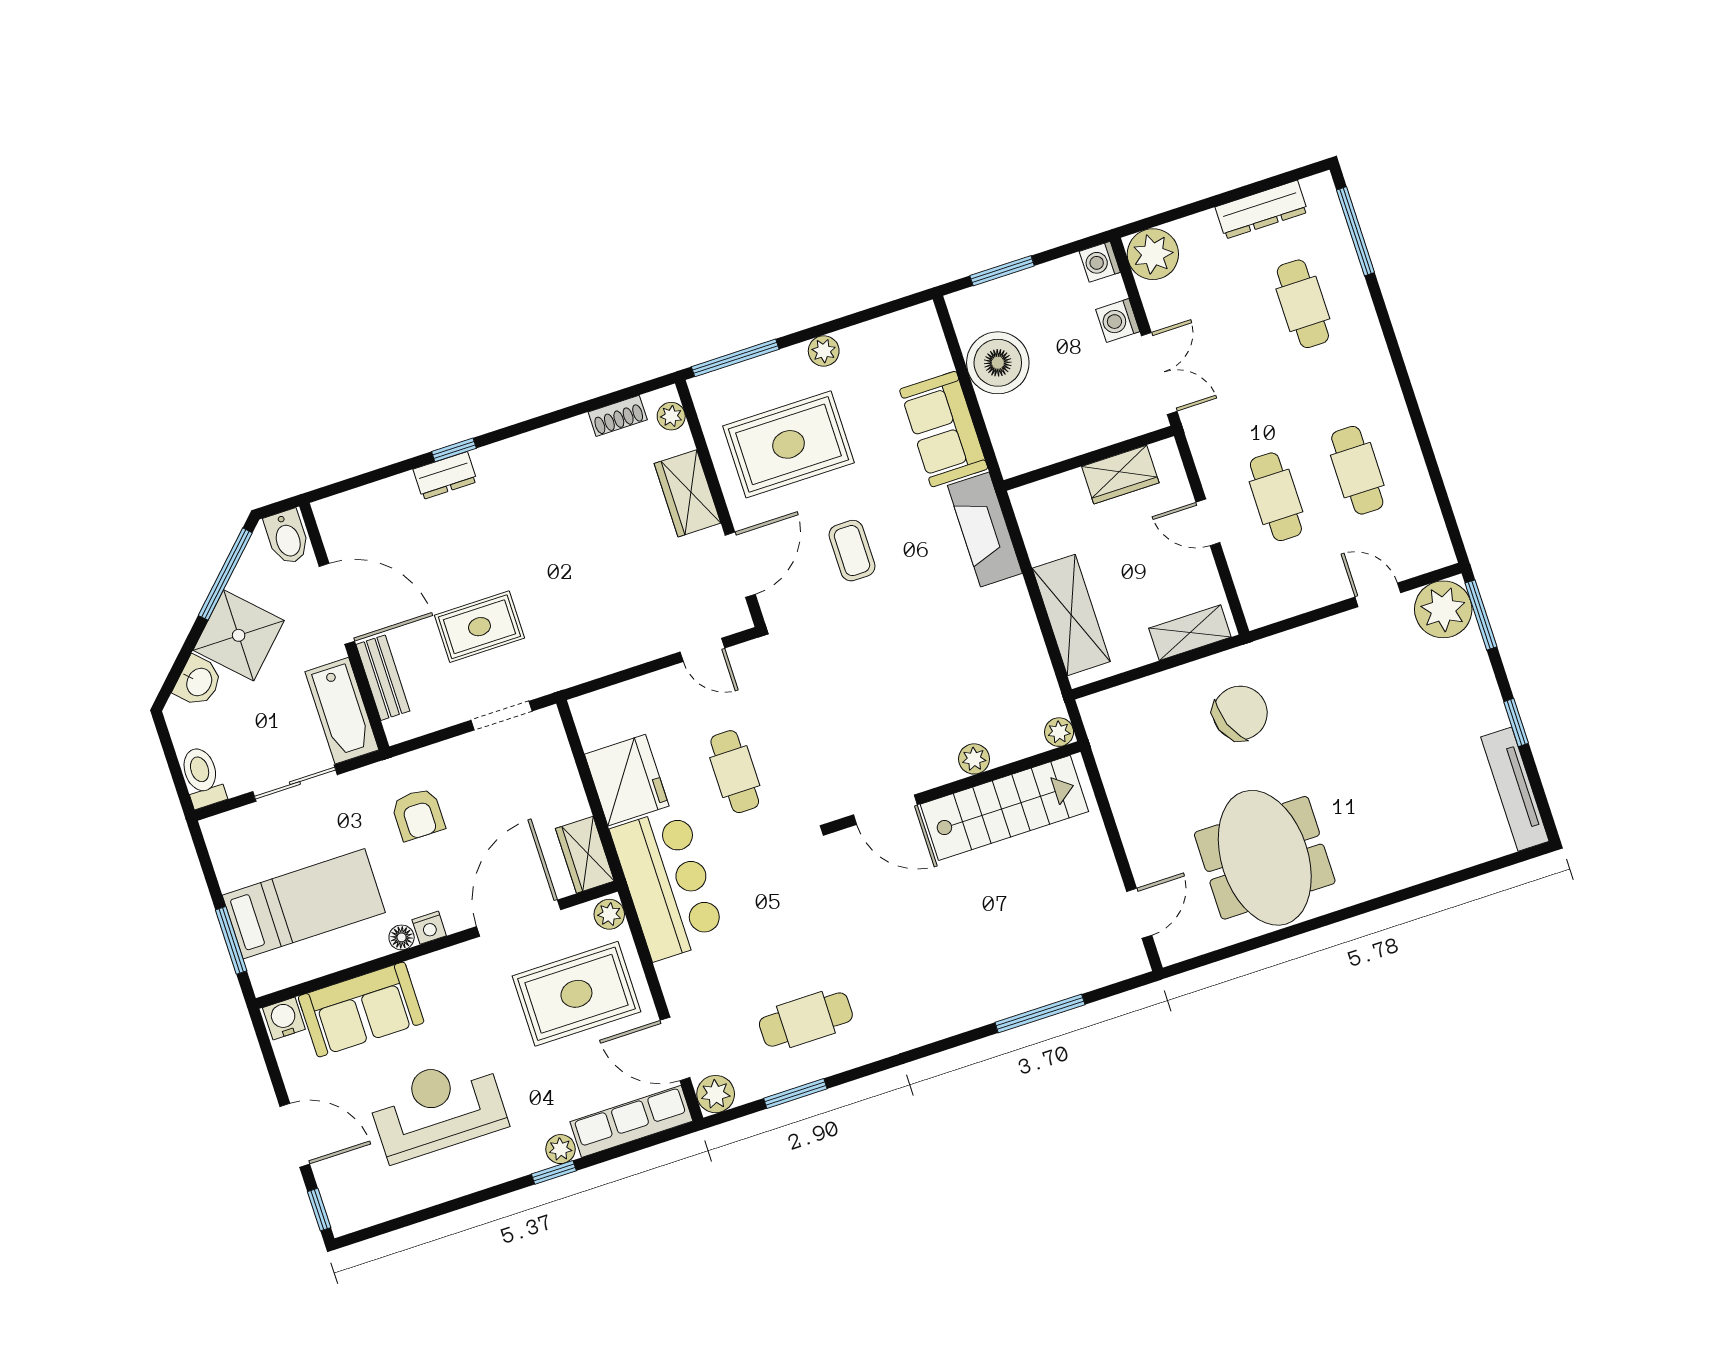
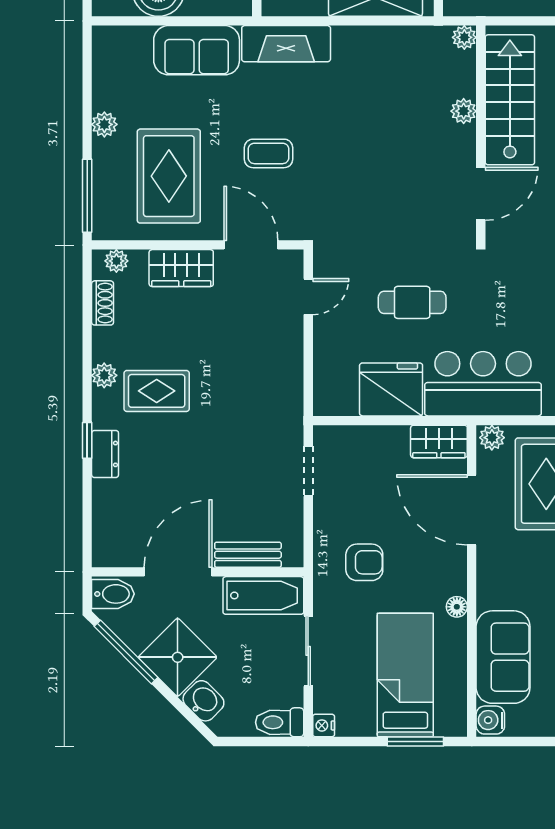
plant: (535, 445) -> (104, 375), added
rug: (479, 627) -> (157, 391), moved, turned 90
nightstand: (429, 928) -> (324, 725), moved, turned 180

